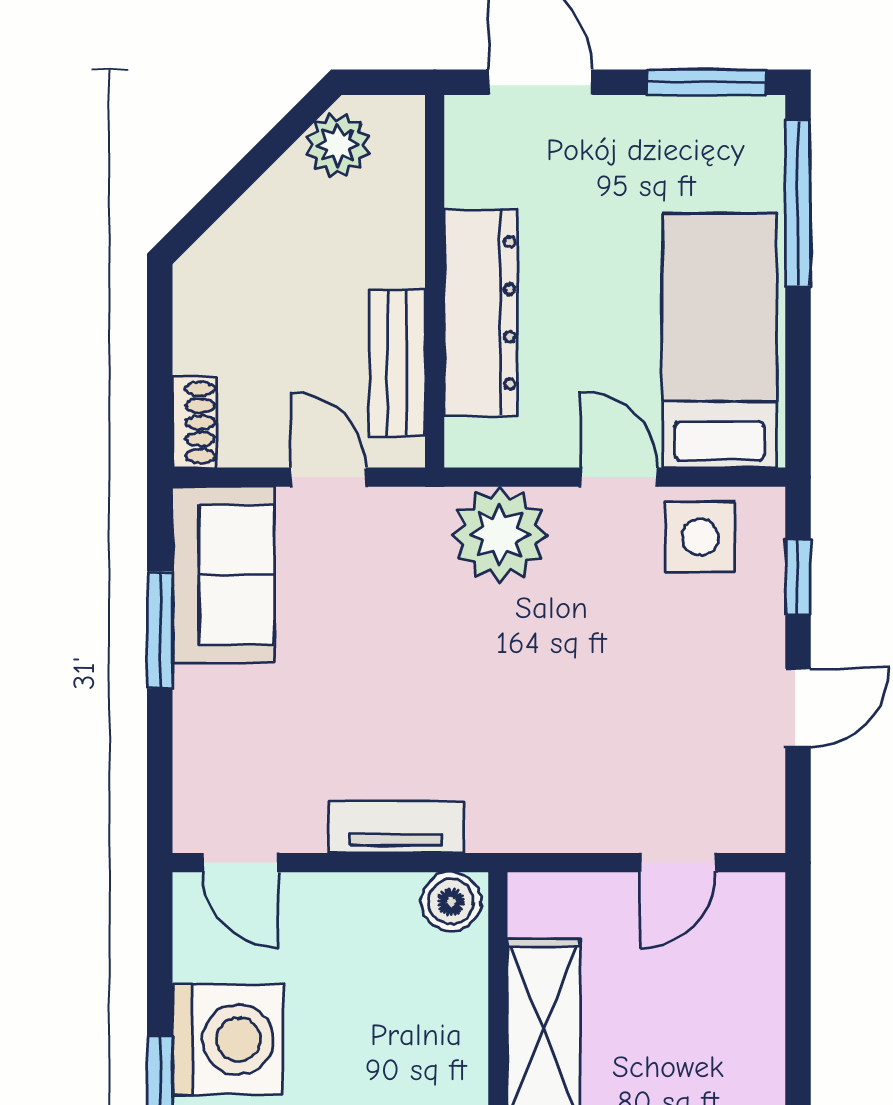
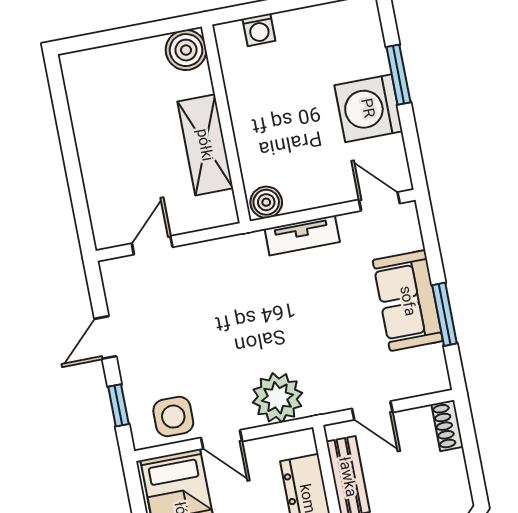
sofa: (223, 575) -> (408, 301), moved

